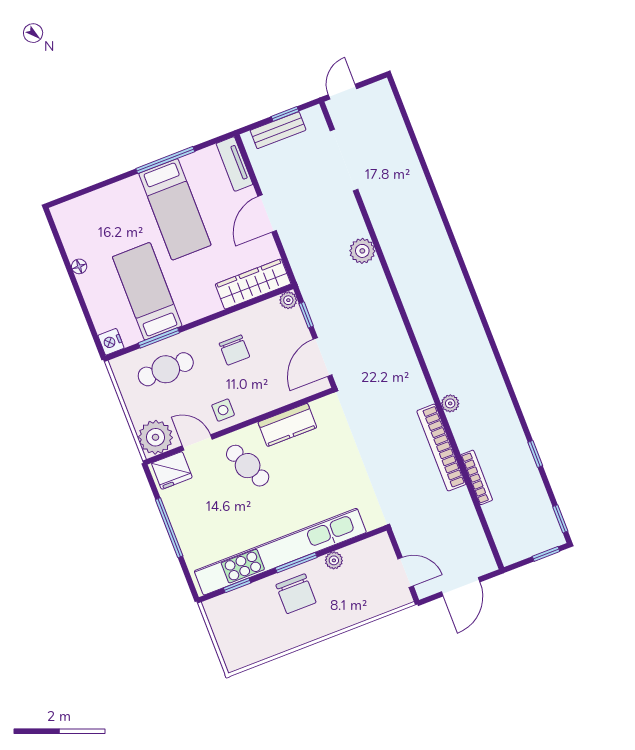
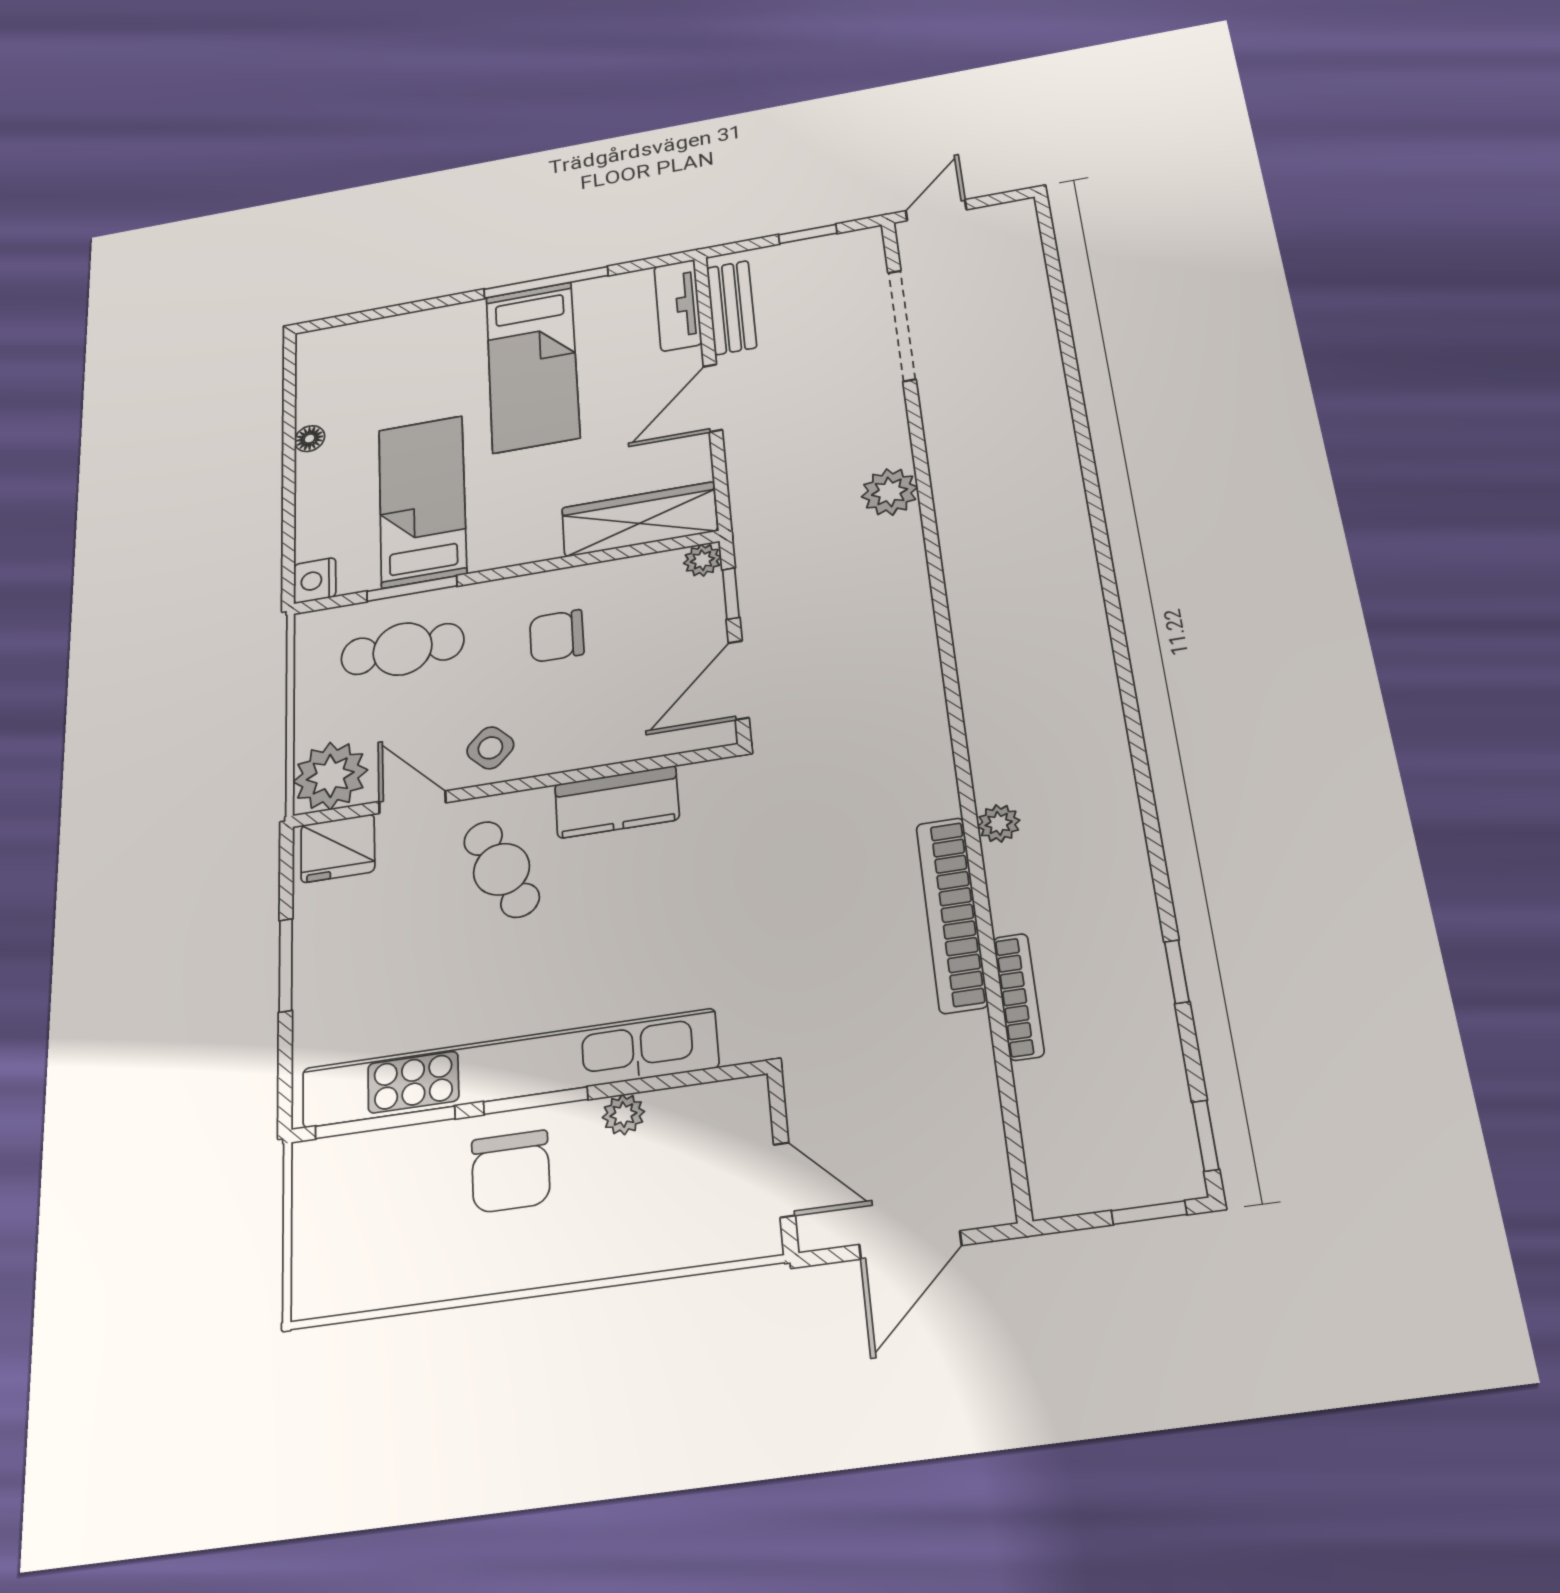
bench: (278, 130) -> (732, 308), moved, turned 90
chair: (234, 350) -> (557, 636), turned 90
side table: (223, 410) -> (490, 748), turned 45
window: (169, 528) -> (286, 965), width x0.69
window: (237, 585) -> (385, 1122), width x2.17

